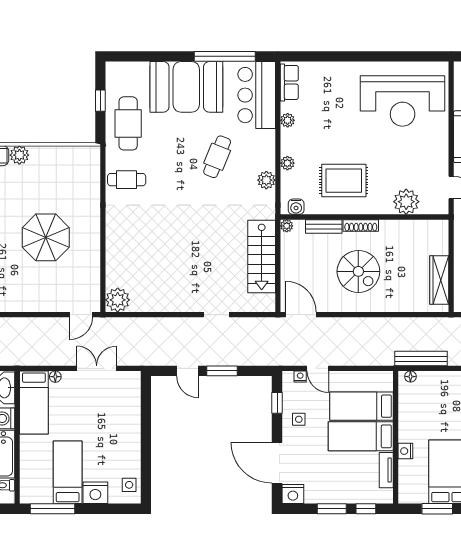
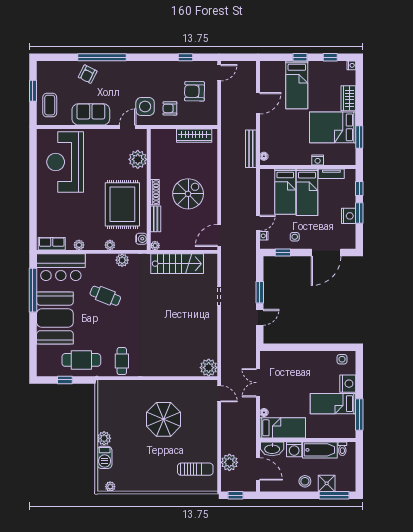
reception desk: (403, 101) -> (65, 162), turned 180
rug: (344, 181) -> (122, 204), width x1.37, depth x1.44
nightstand: (293, 494) -> (349, 216), moved

